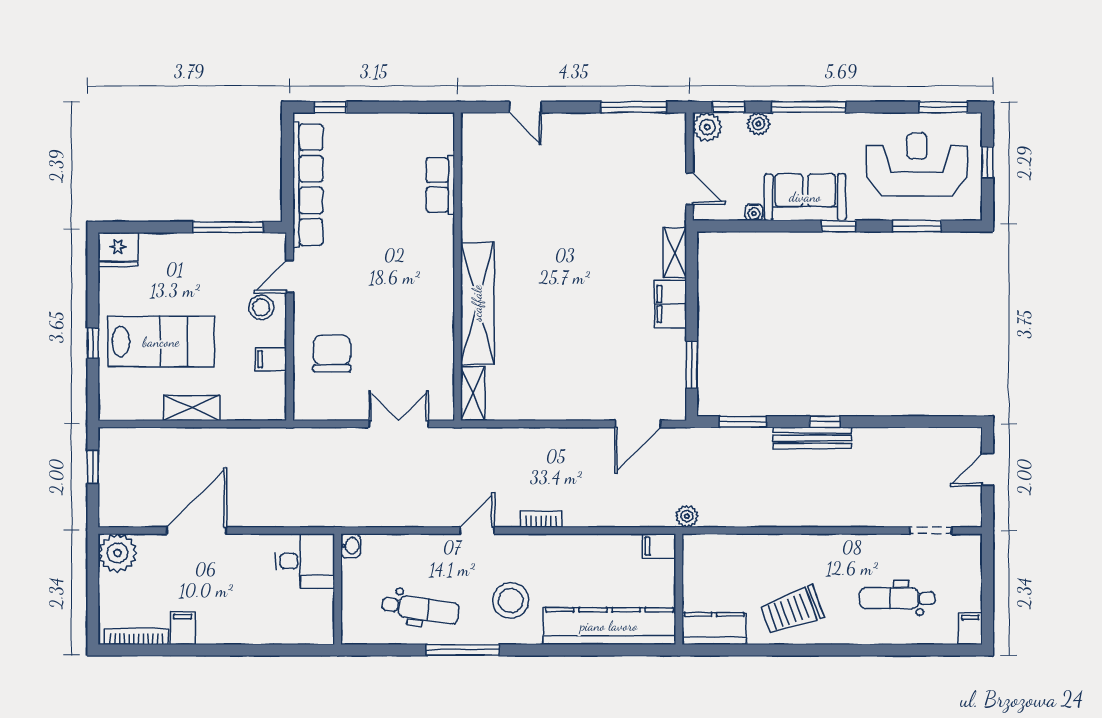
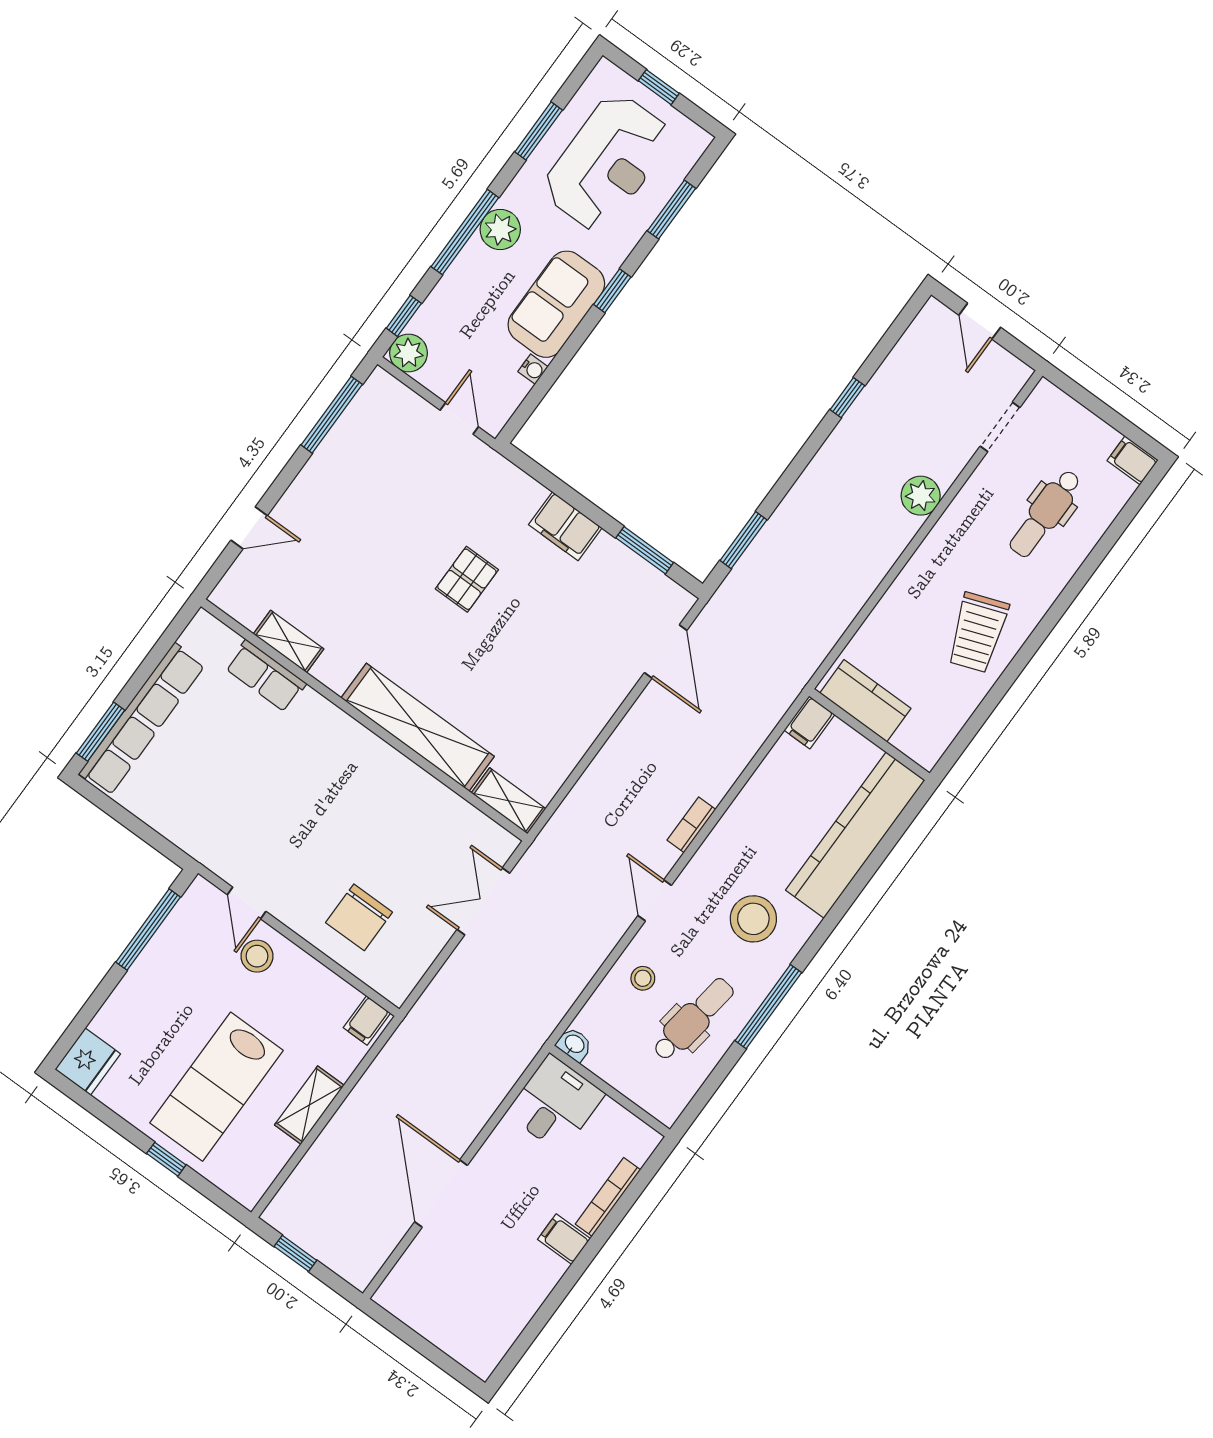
window: (330, 107) -> (101, 732), width x1.50
window: (943, 107) -> (539, 131), moved
plant: (758, 124) -> (500, 229), moved, width x1.38, depth x1.38
reception desk: (917, 164) -> (607, 162), turned 180
row of seats: (308, 185) -> (142, 719), moved, turned 90
door: (689, 189) -> (459, 418), hinge flipped
shelving: (675, 253) -> (289, 642), moved
pallet: (592, 267) -> (467, 579), added
lab bench: (161, 342) -> (217, 1087), turned 180
chair: (332, 353) -> (359, 917), turned -90
filing cabinet: (271, 359) -> (367, 1020), moved
window: (825, 422) -> (847, 398), moved
bench: (812, 438) -> (813, 480), removed
plant: (687, 516) -> (921, 496), moved, width x1.38, depth x1.38
plant: (118, 553) -> (404, 1293), removed
stool: (423, 559) -> (643, 978), added
filing cabinet: (183, 628) -> (564, 1239), moved
kitchen counter: (714, 629) -> (865, 701), moved, turned 90
bookcase: (136, 636) -> (608, 1197), moved

